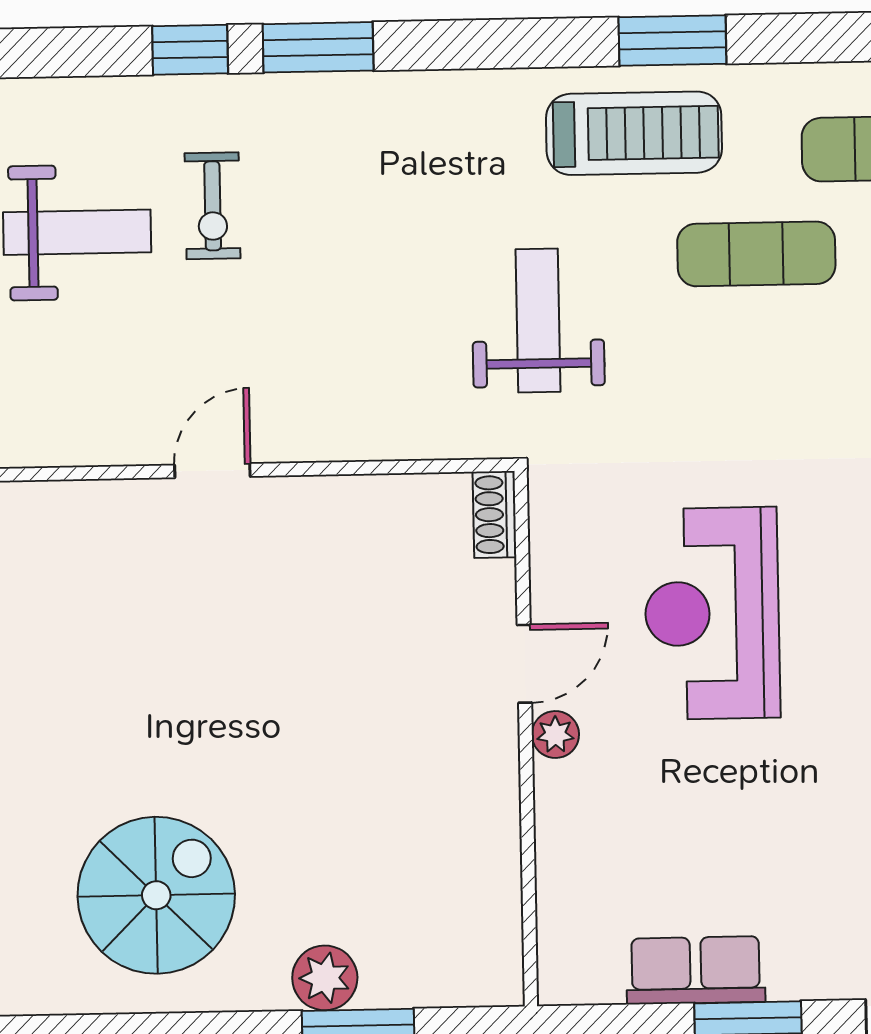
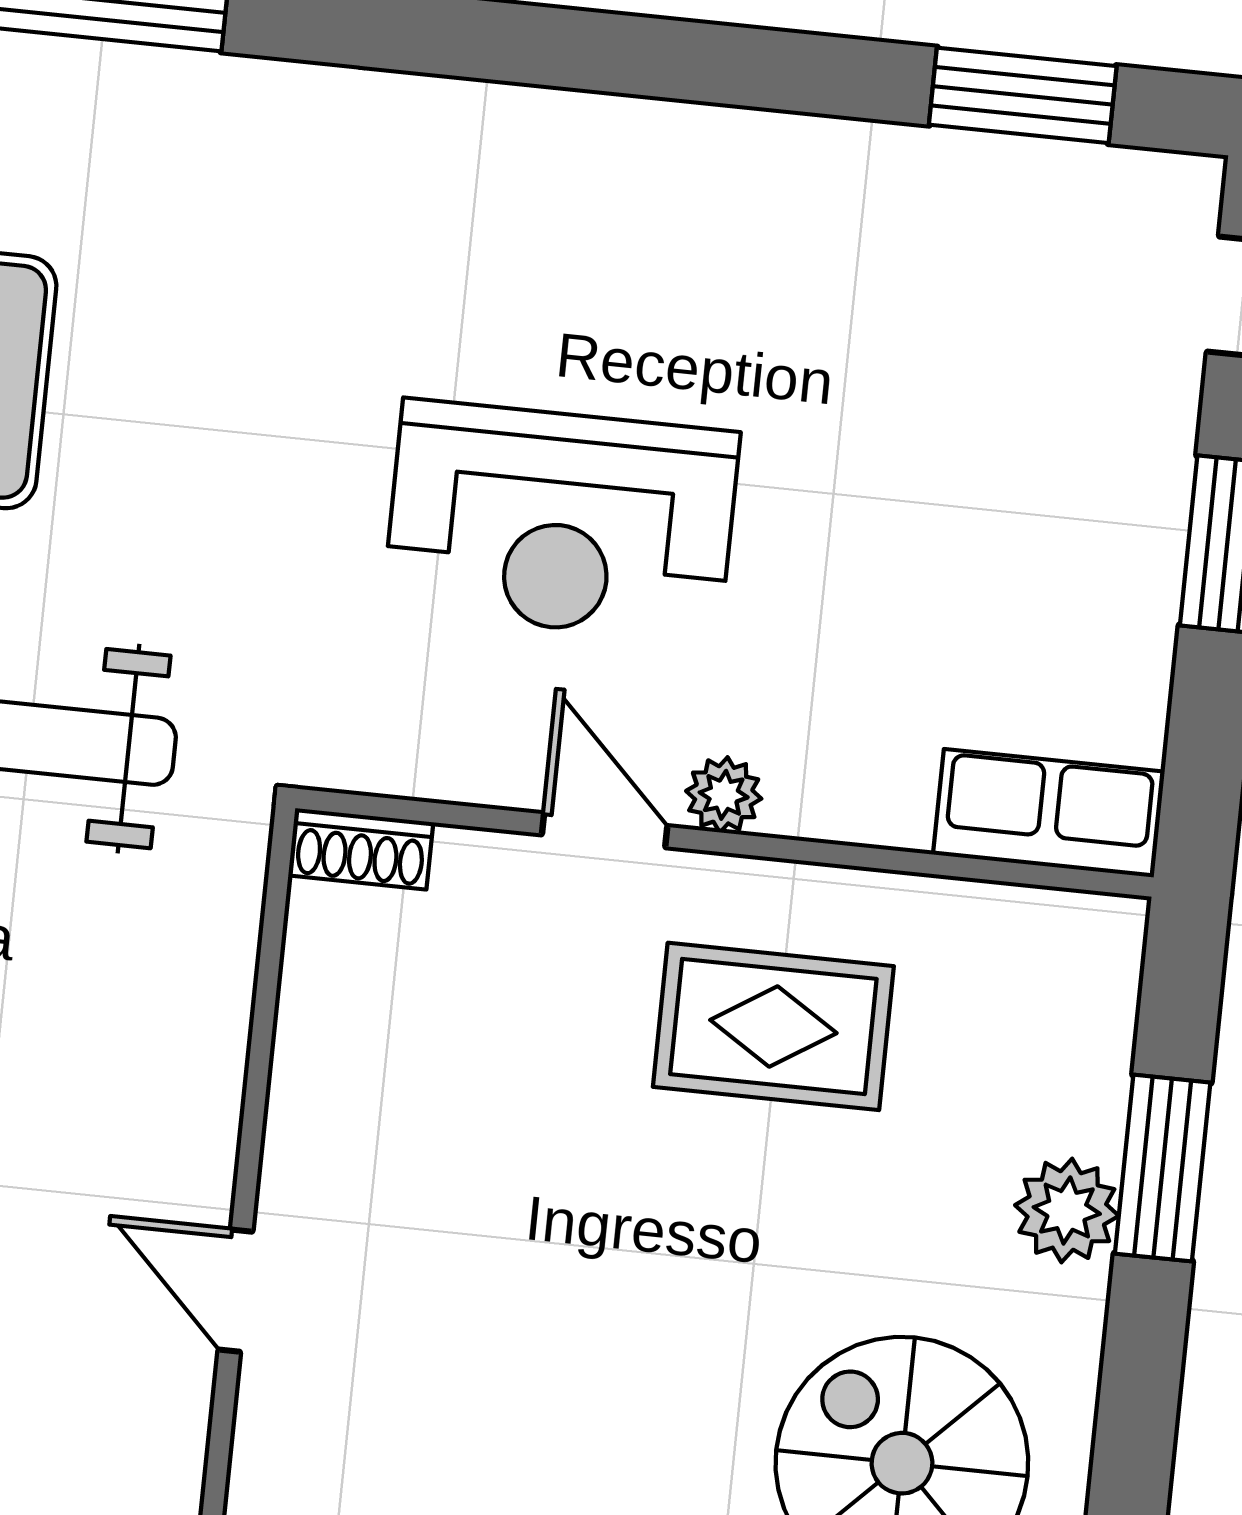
rug: (416, 783) -> (773, 1026), added
row of seats: (696, 970) -> (1049, 813), moved, turned 90

